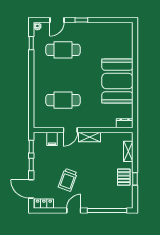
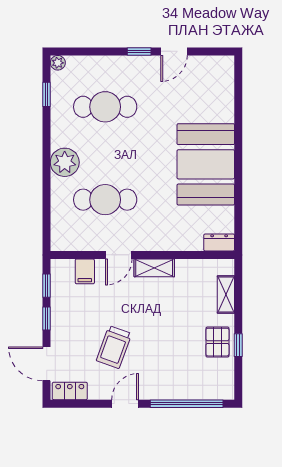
door: (57, 20) -> (174, 51), moved
plant: (41, 80) -> (65, 162), added

